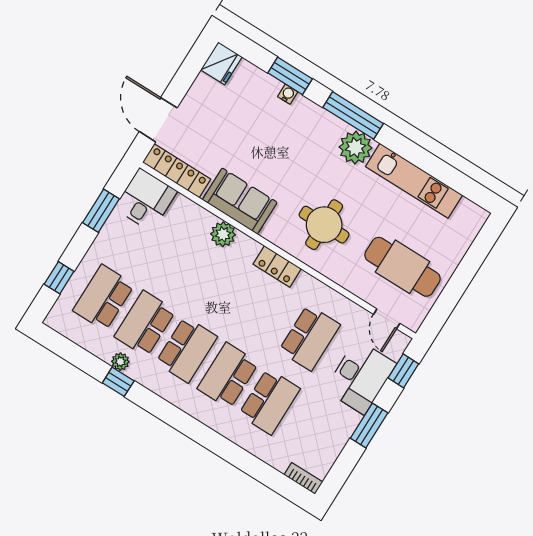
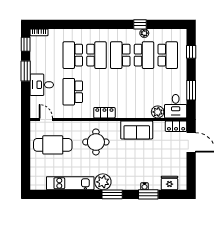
fridge: (221, 63) -> (169, 183), moved, turned 90
window: (353, 115) -> (112, 194), width x0.69
locker: (177, 171) -> (176, 126), width x0.66
plant: (223, 234) -> (158, 112), moved
window: (403, 371) -> (26, 44), moved
desk: (360, 377) -> (42, 85), width x0.73

